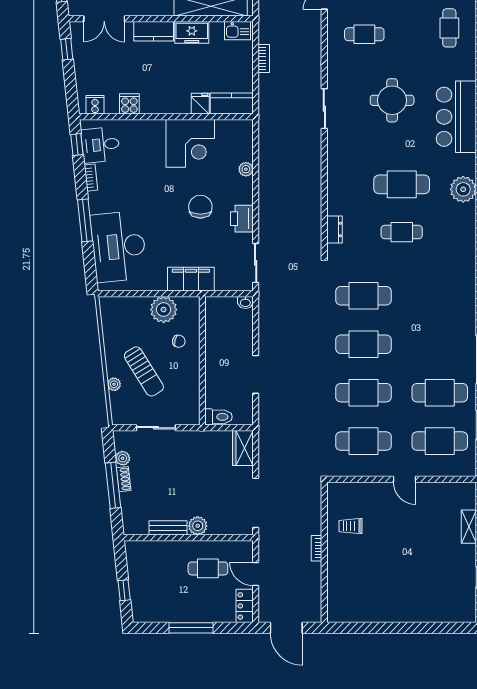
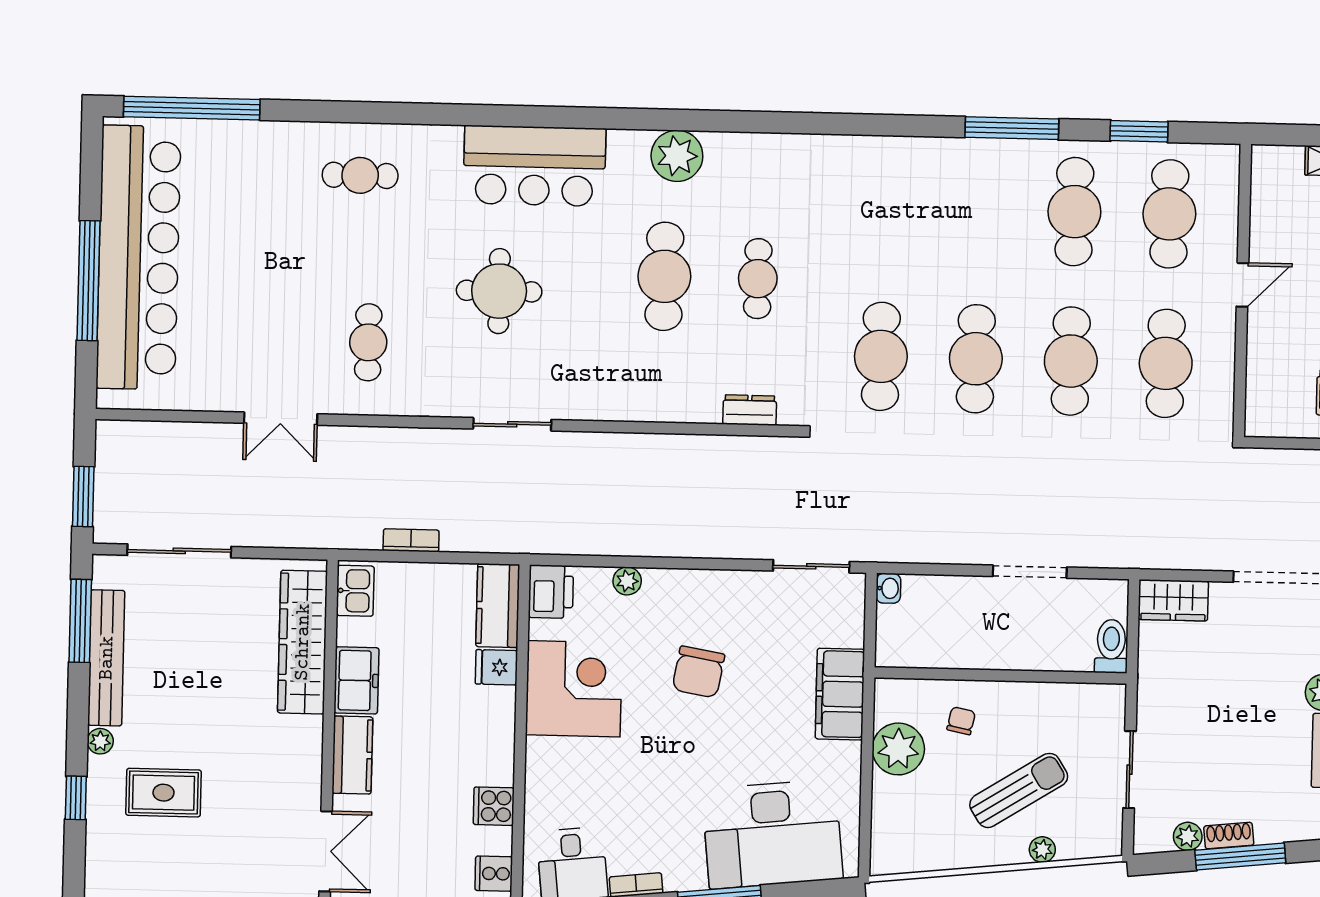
chair: (200, 207) -> (698, 672), turned -80
printer: (242, 219) -> (551, 592), moved, turned -90

